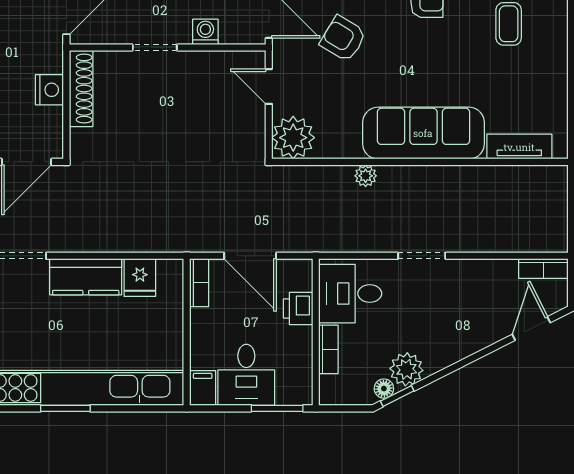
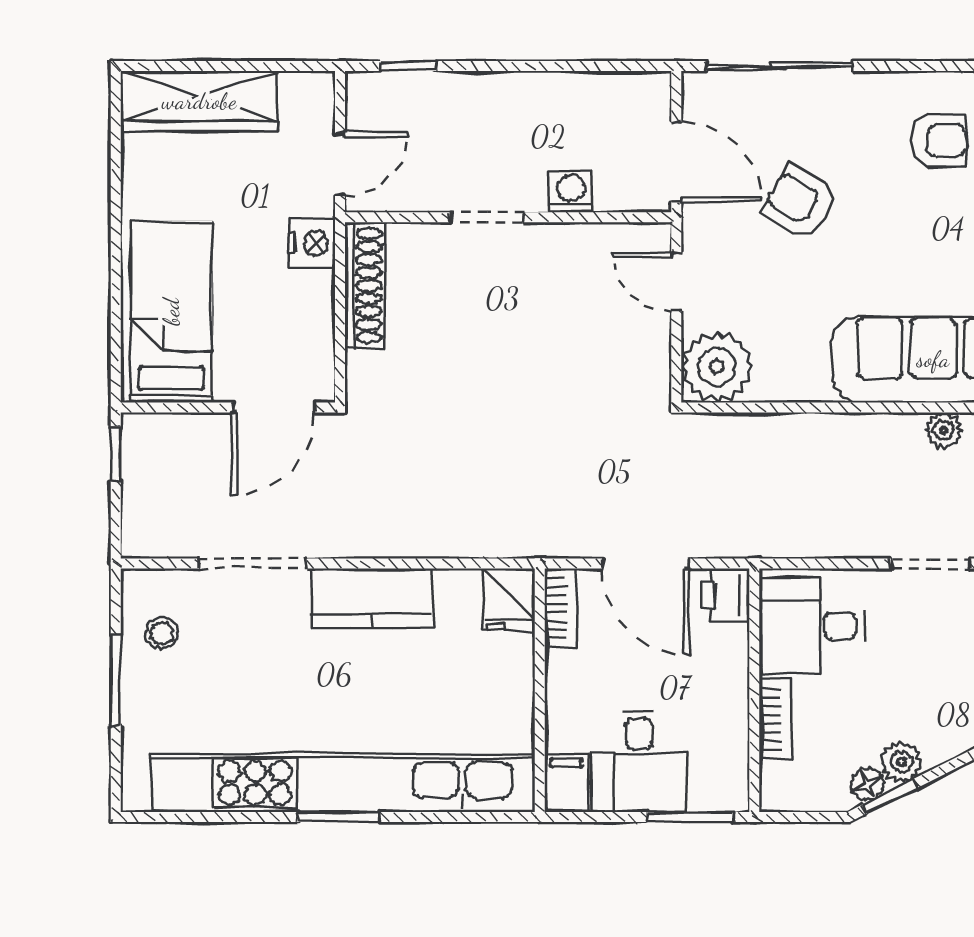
nightstand: (49, 90) -> (312, 243), moved
plant: (366, 176) -> (944, 430), moved
fridge: (140, 278) -> (509, 600), moved
printer: (298, 309) -> (725, 595), moved
plant: (406, 369) -> (902, 762), width x0.73, depth x0.73

